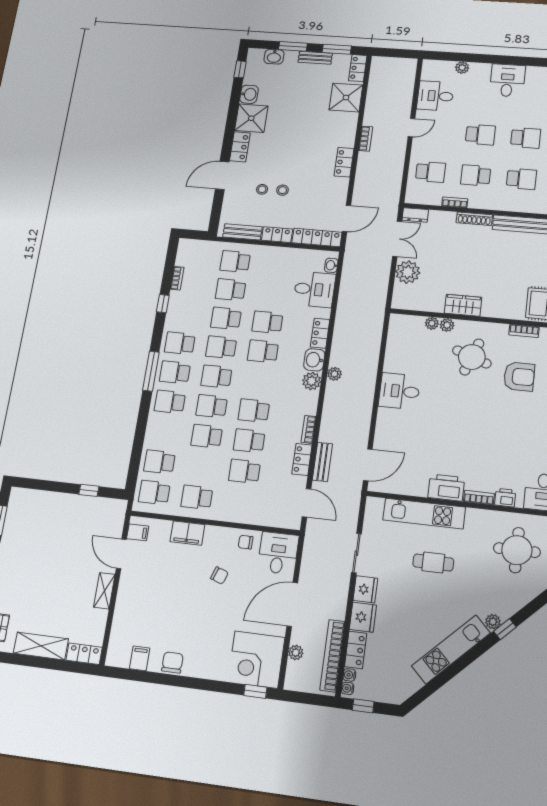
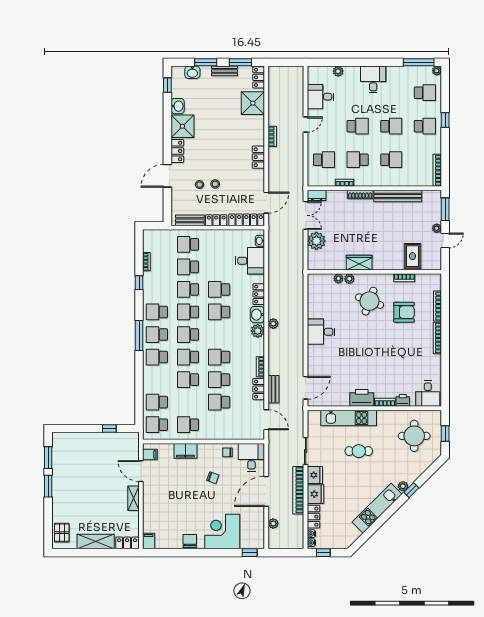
bookcase: (332, 656) -> (298, 490), moved
filing cabinet: (140, 658) -> (149, 541), moved
corner desk: (256, 660) -> (222, 532), moved, turned 90

